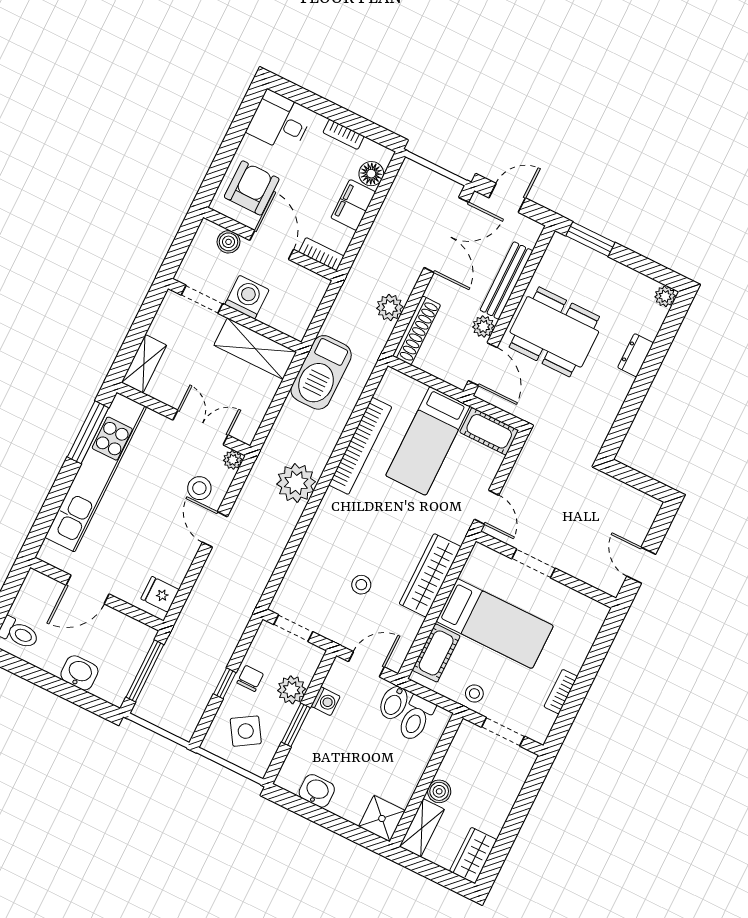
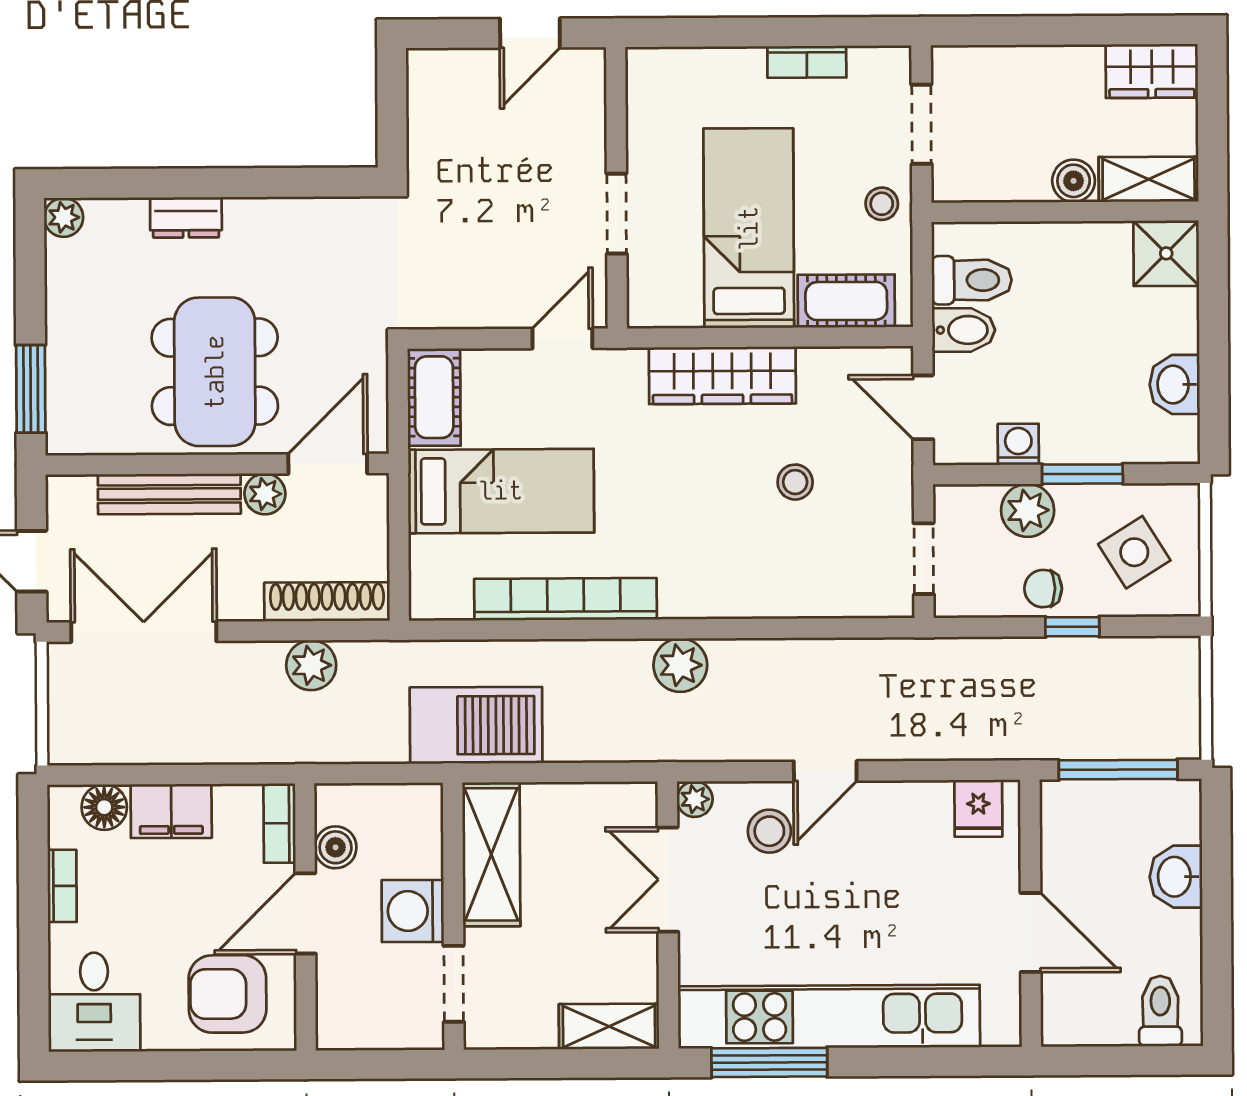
boiler: (228, 242) -> (336, 847), moved
plant: (296, 483) -> (680, 665), width x0.73, depth x0.73

